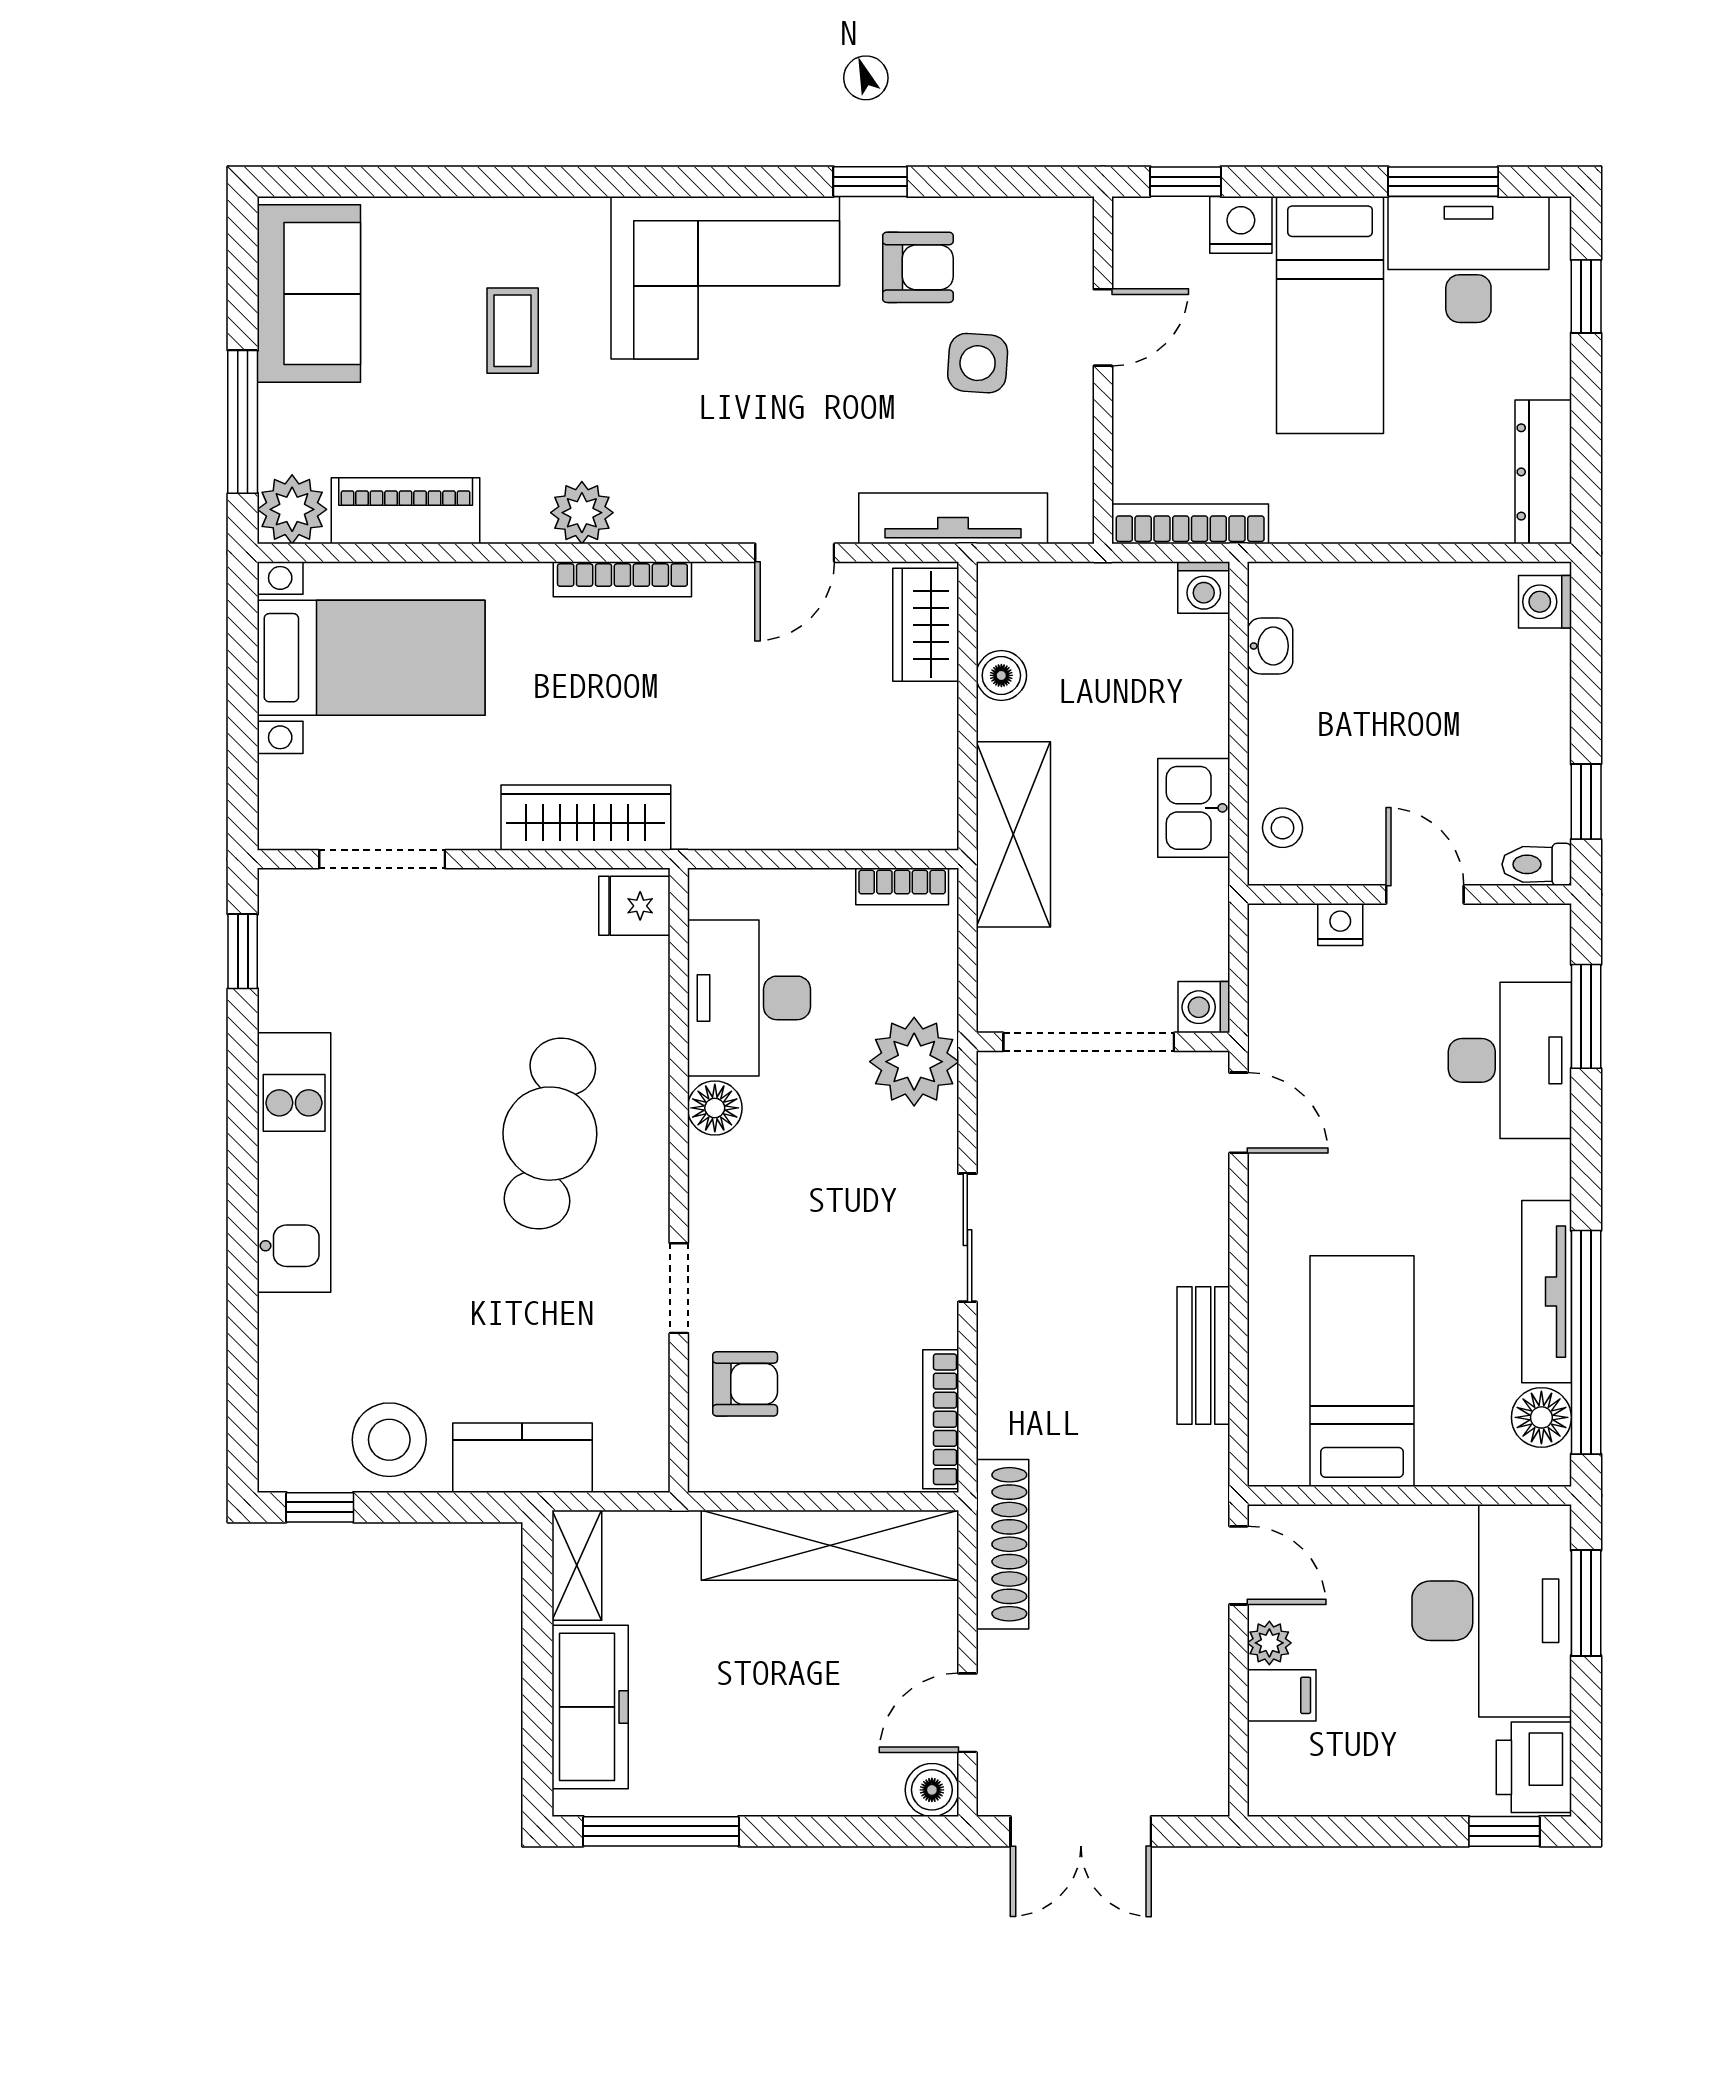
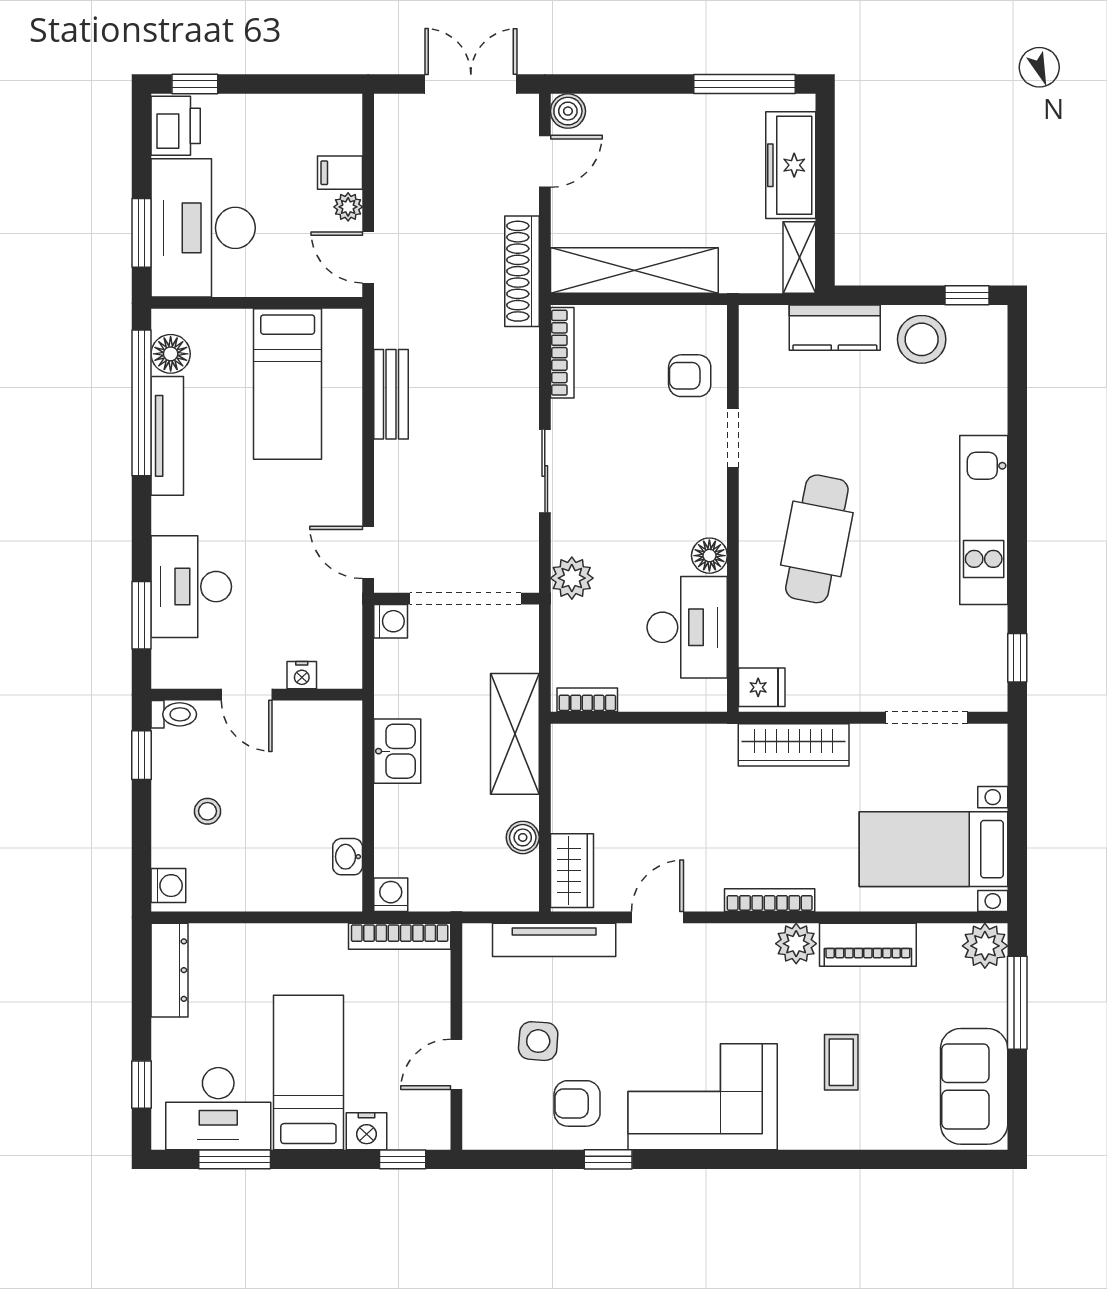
piano: (406, 511) -> (868, 945), moved
stool: (1283, 828) -> (207, 811), moved
plant: (914, 1062) -> (572, 578), width x0.73, depth x0.73

